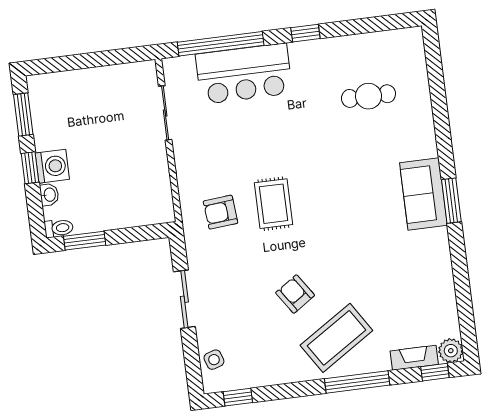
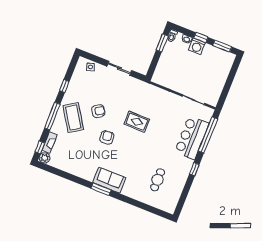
armchair: (221, 212) -> (107, 137), moved
window: (238, 397) -> (64, 86), moved

